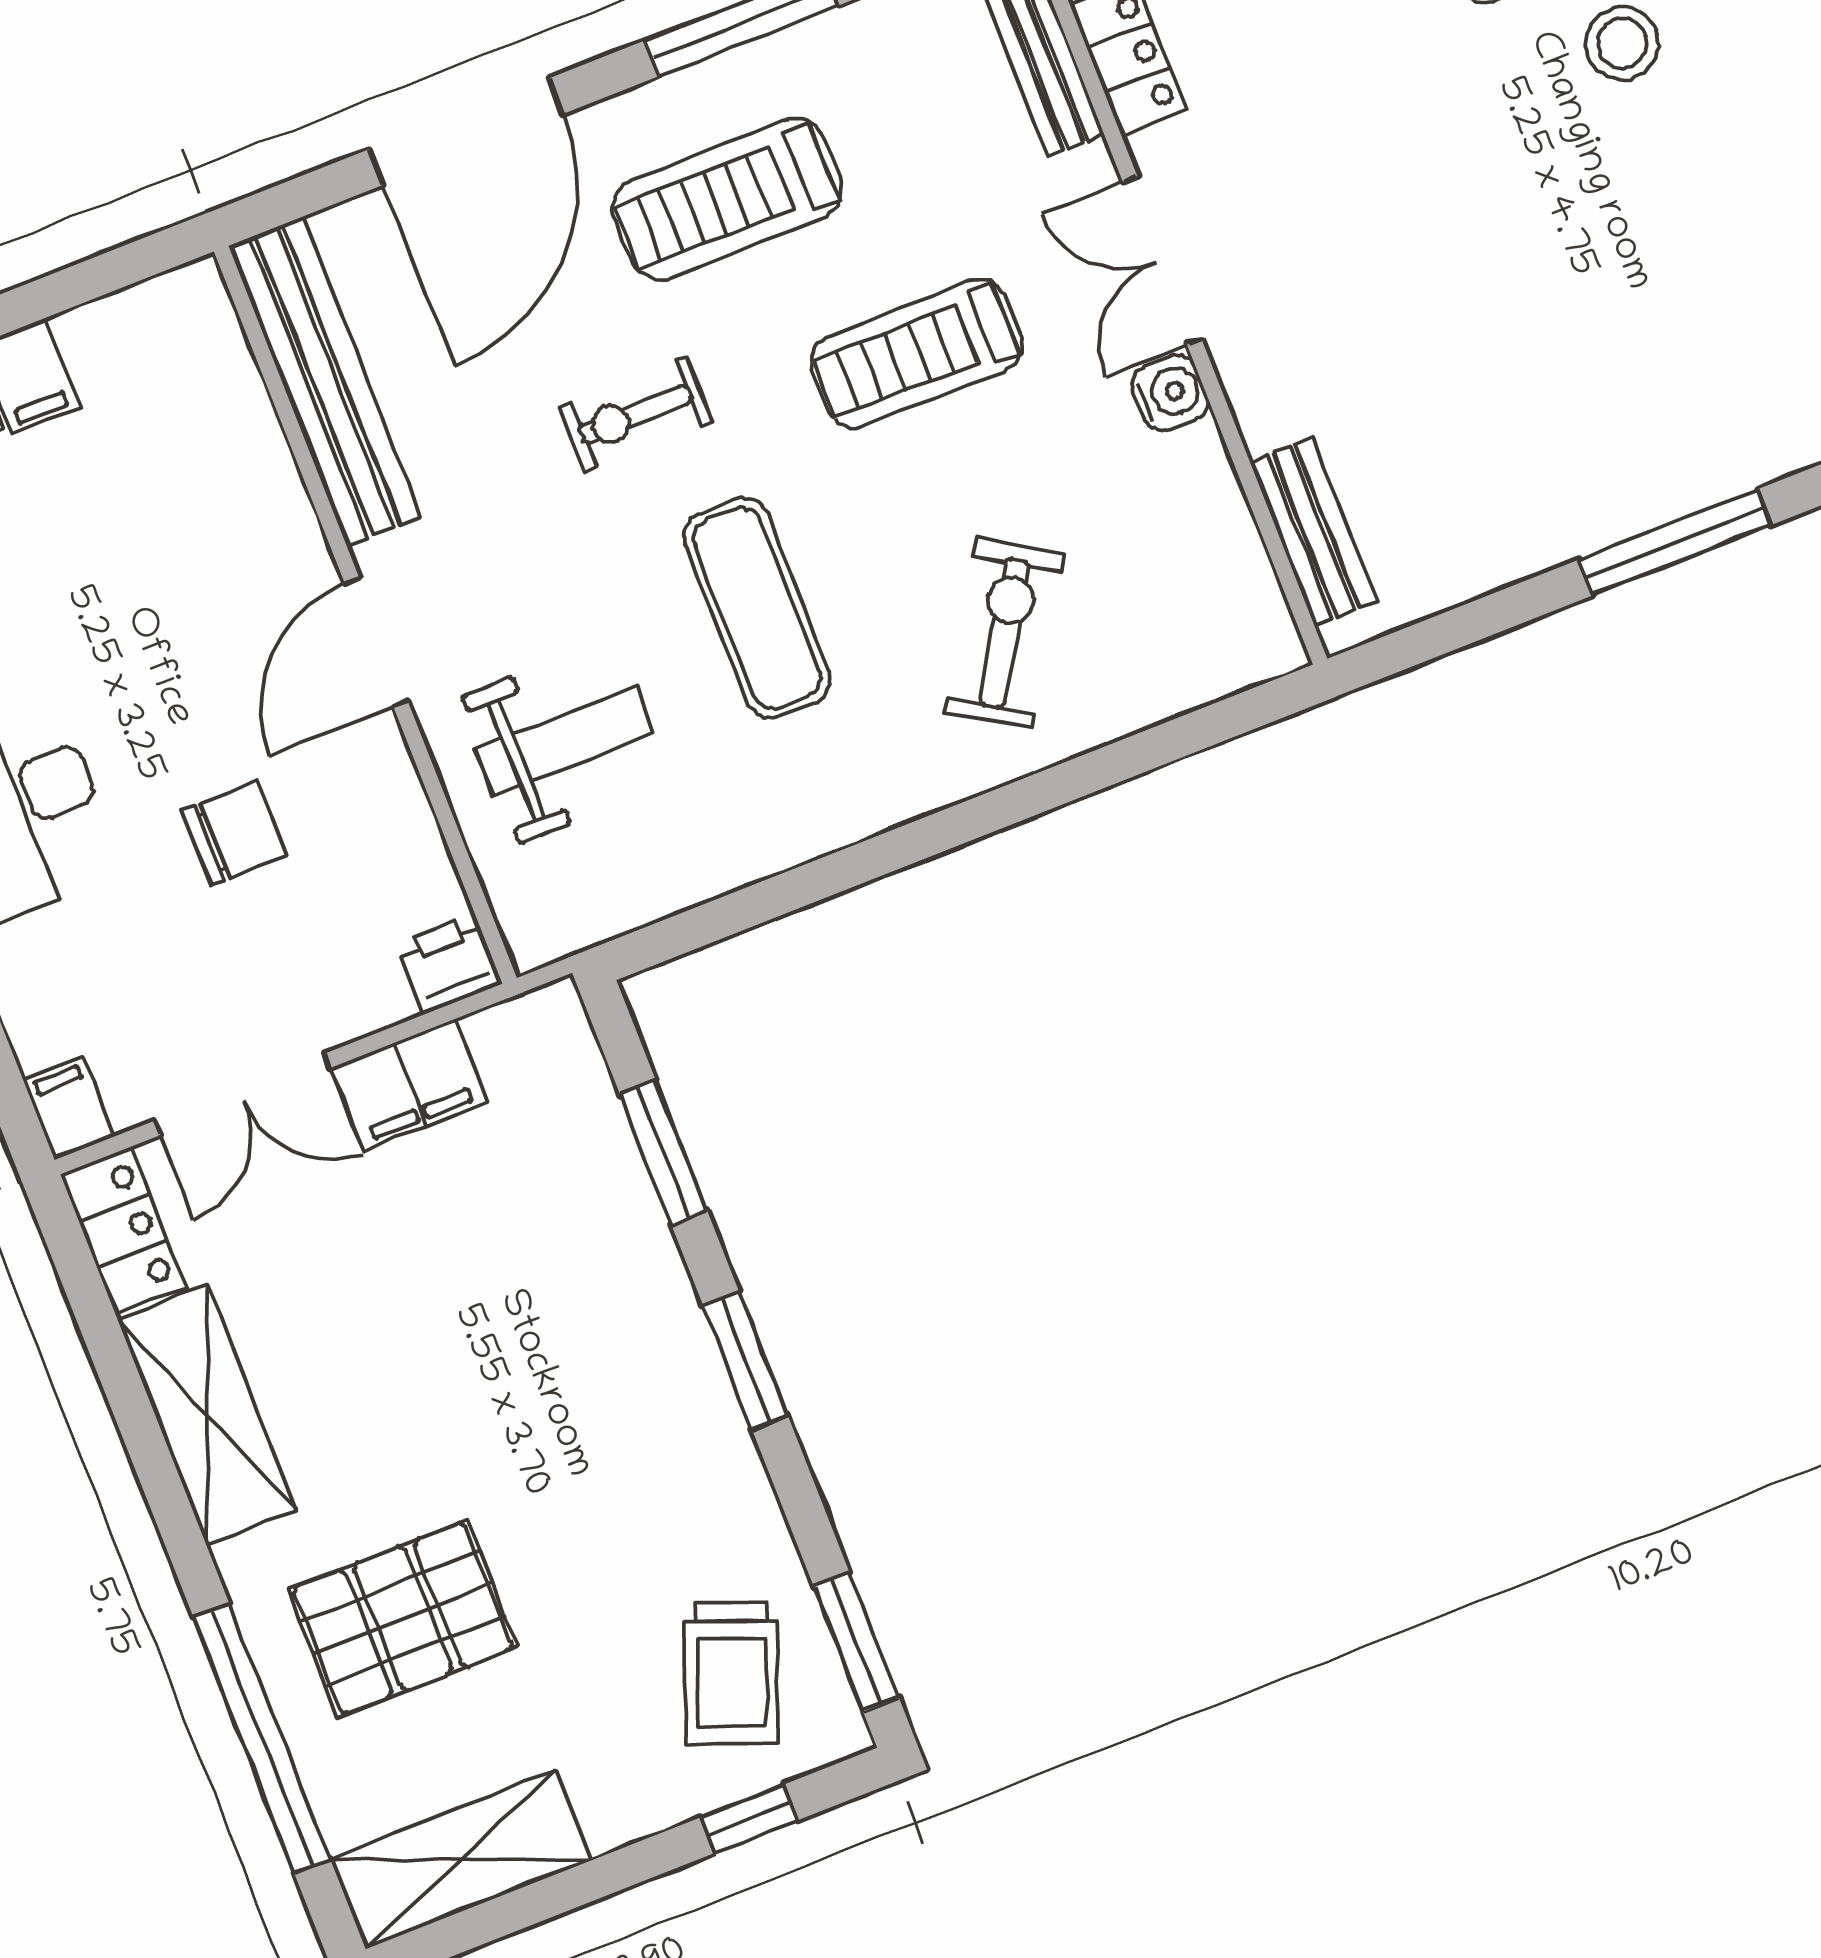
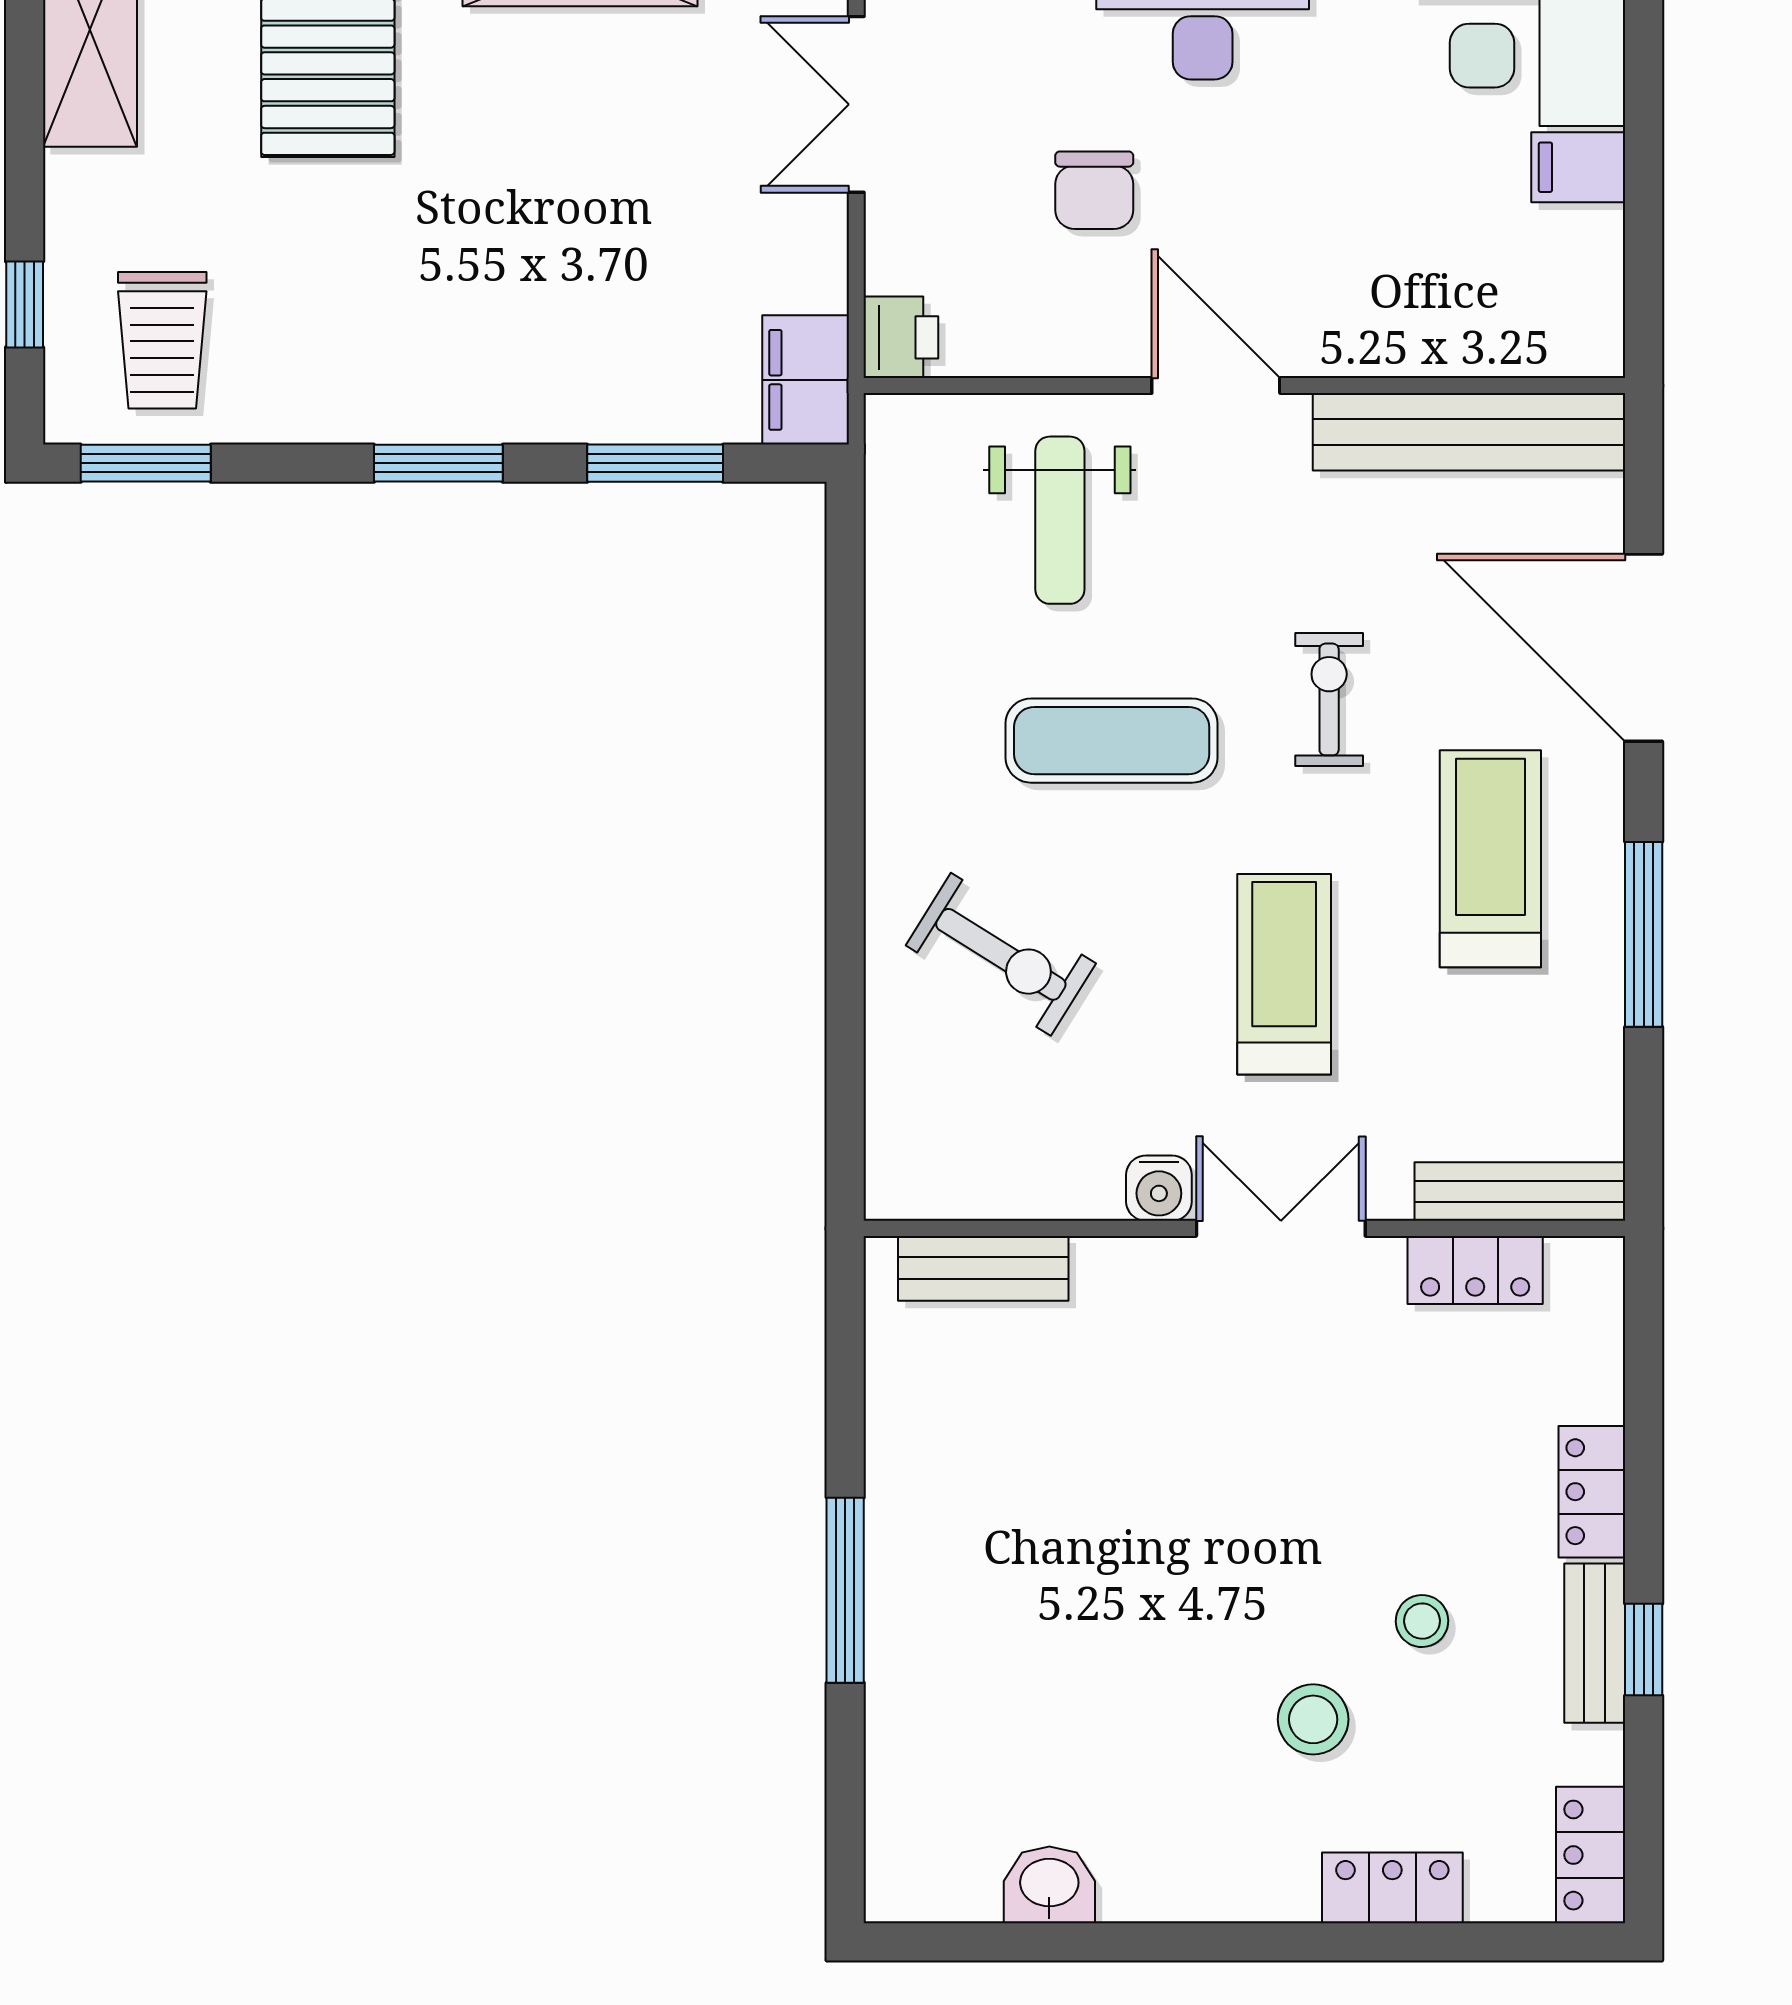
filing cabinet: (410, 1085) -> (806, 380), moved
trolley: (732, 1673) -> (162, 340), turned -111

